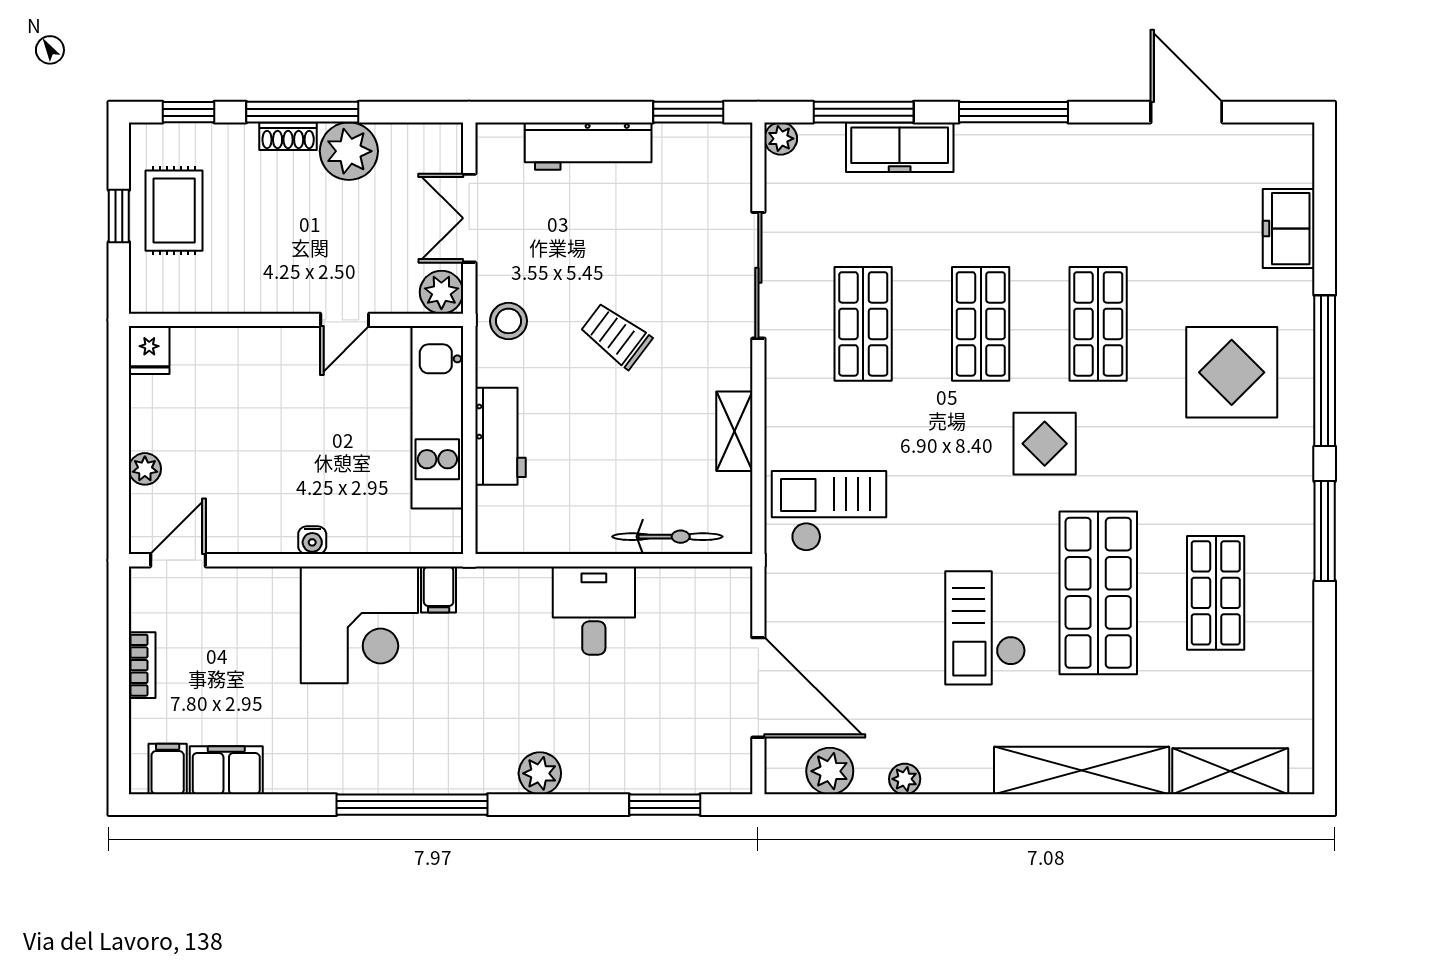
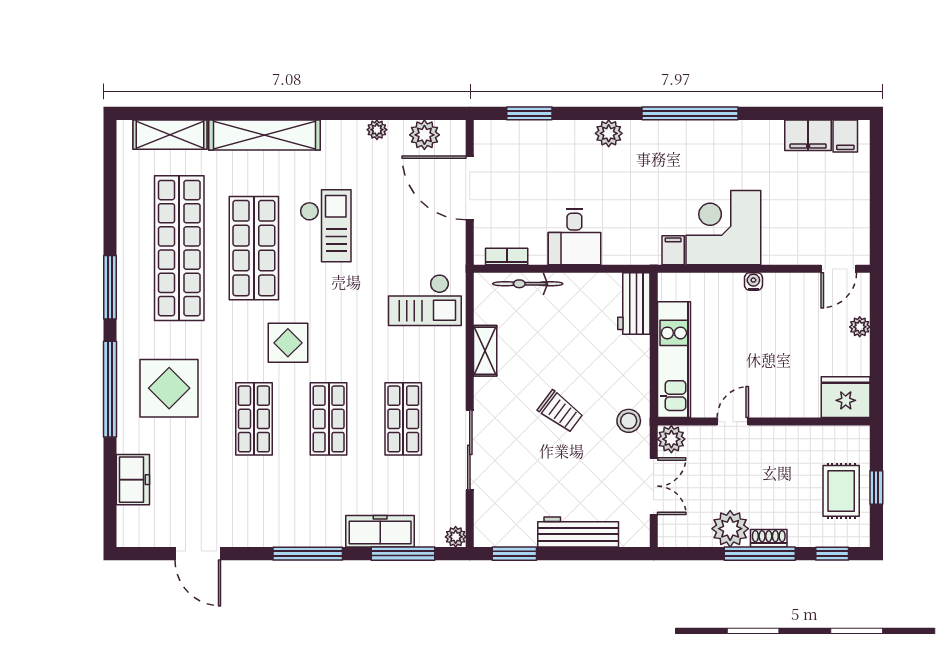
fridge: (149, 350) -> (846, 397), width x1.88, depth x1.34
workbench: (500, 436) -> (634, 304), moved
shop shelf: (1216, 593) -> (179, 248), width x2.00, depth x1.36
bookcase: (142, 665) -> (507, 257), moved, turned 90

